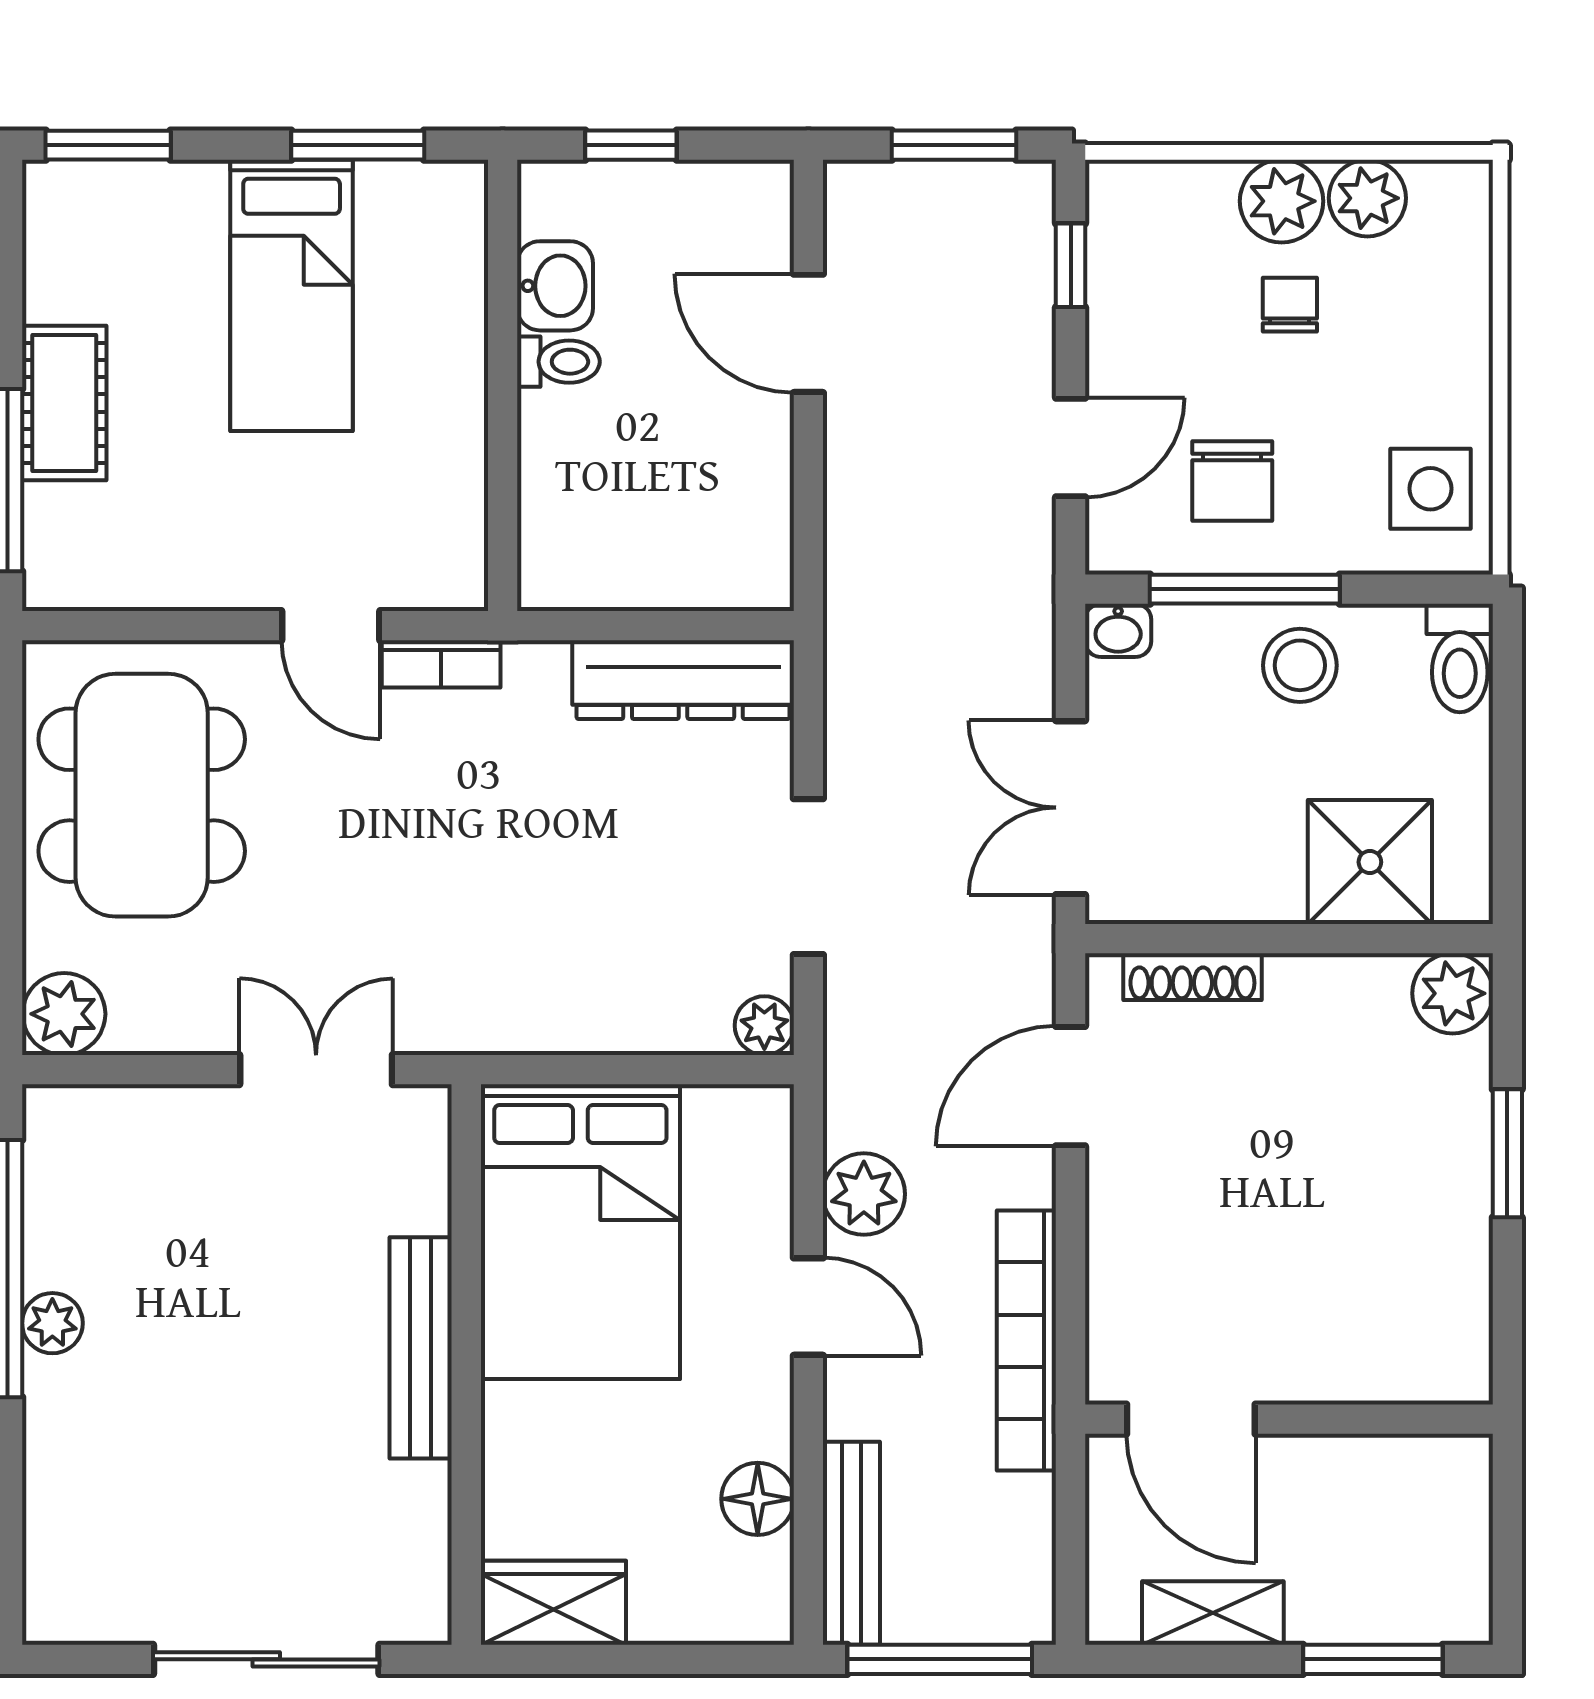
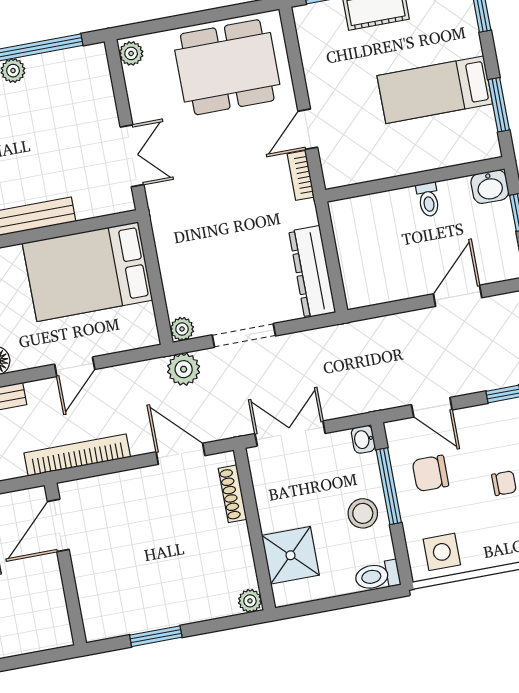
washbasin: (555, 286) -> (490, 187), moved
plant: (1453, 993) -> (250, 601), width x0.73, depth x0.73
plant: (64, 1014) -> (131, 53), width x0.73, depth x0.73
window: (1507, 1153) -> (156, 636), moved
plant: (864, 1194) -> (184, 369), moved

